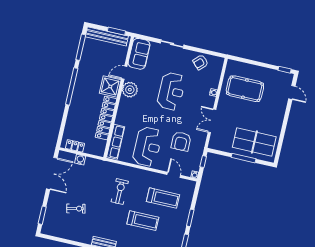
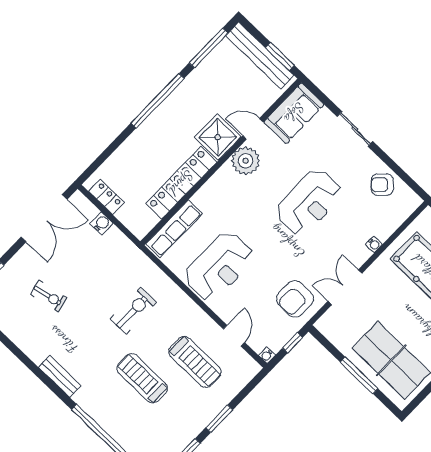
armchair: (181, 141) -> (295, 299), moved
treadmill: (143, 221) -> (142, 378), turned 180

